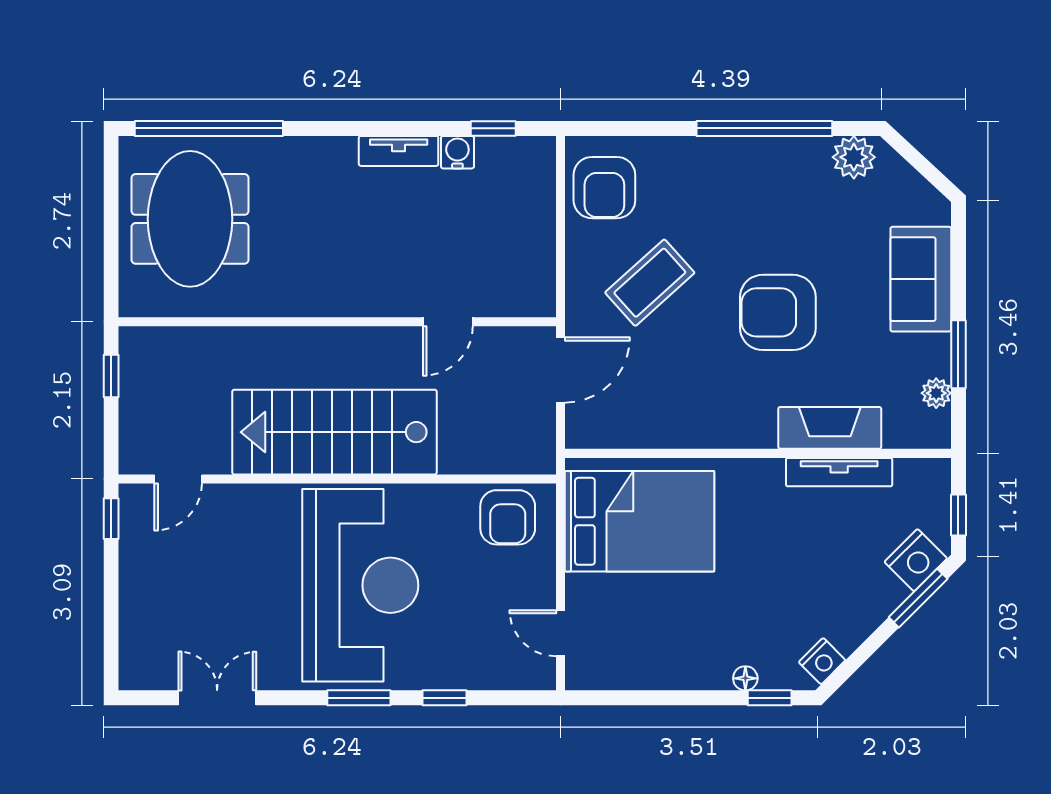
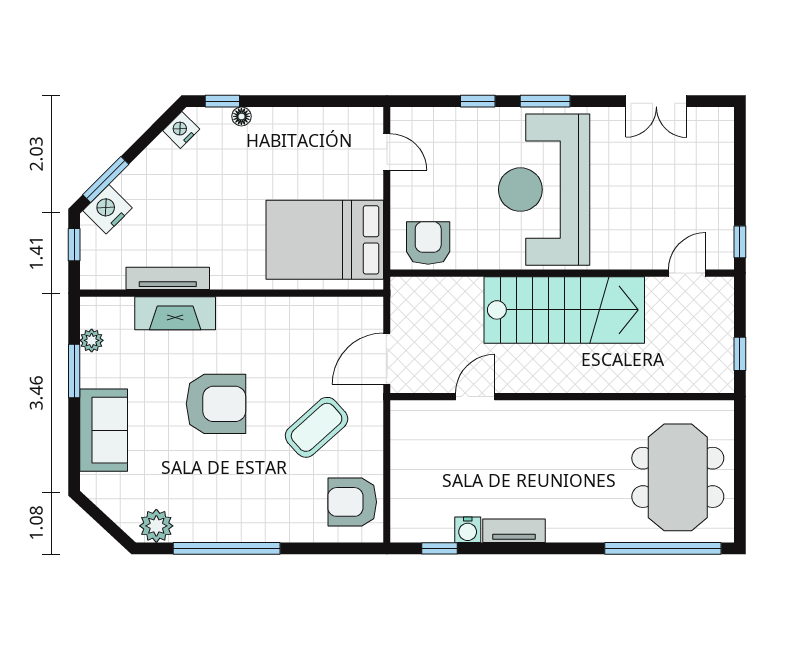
armchair: (604, 188) -> (352, 502), turned -90

